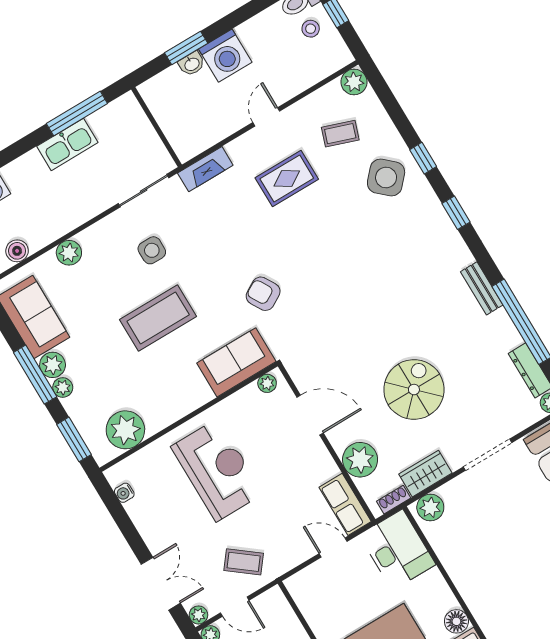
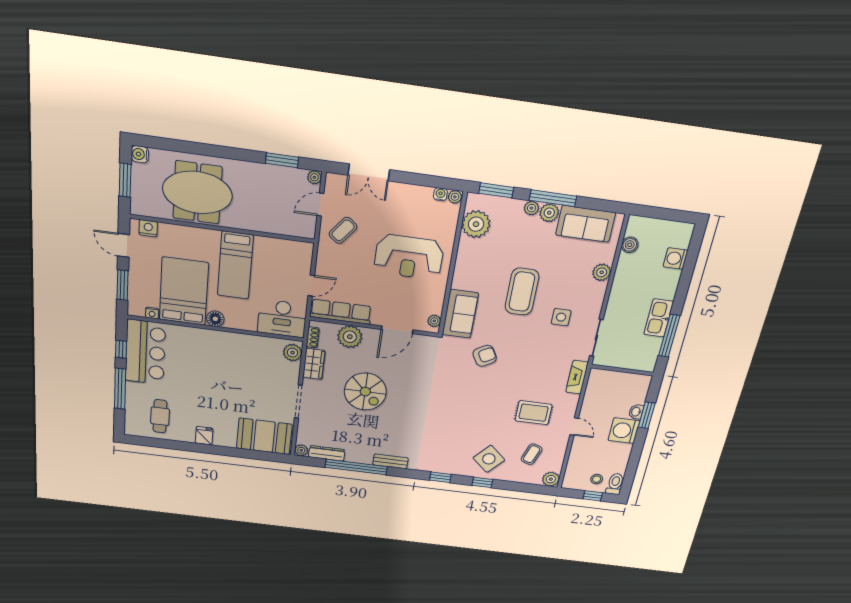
rug: (287, 179) -> (534, 413), turned 90
row of seats: (345, 504) -> (341, 312), width x1.48
plant: (198, 615) -> (455, 197), moved

